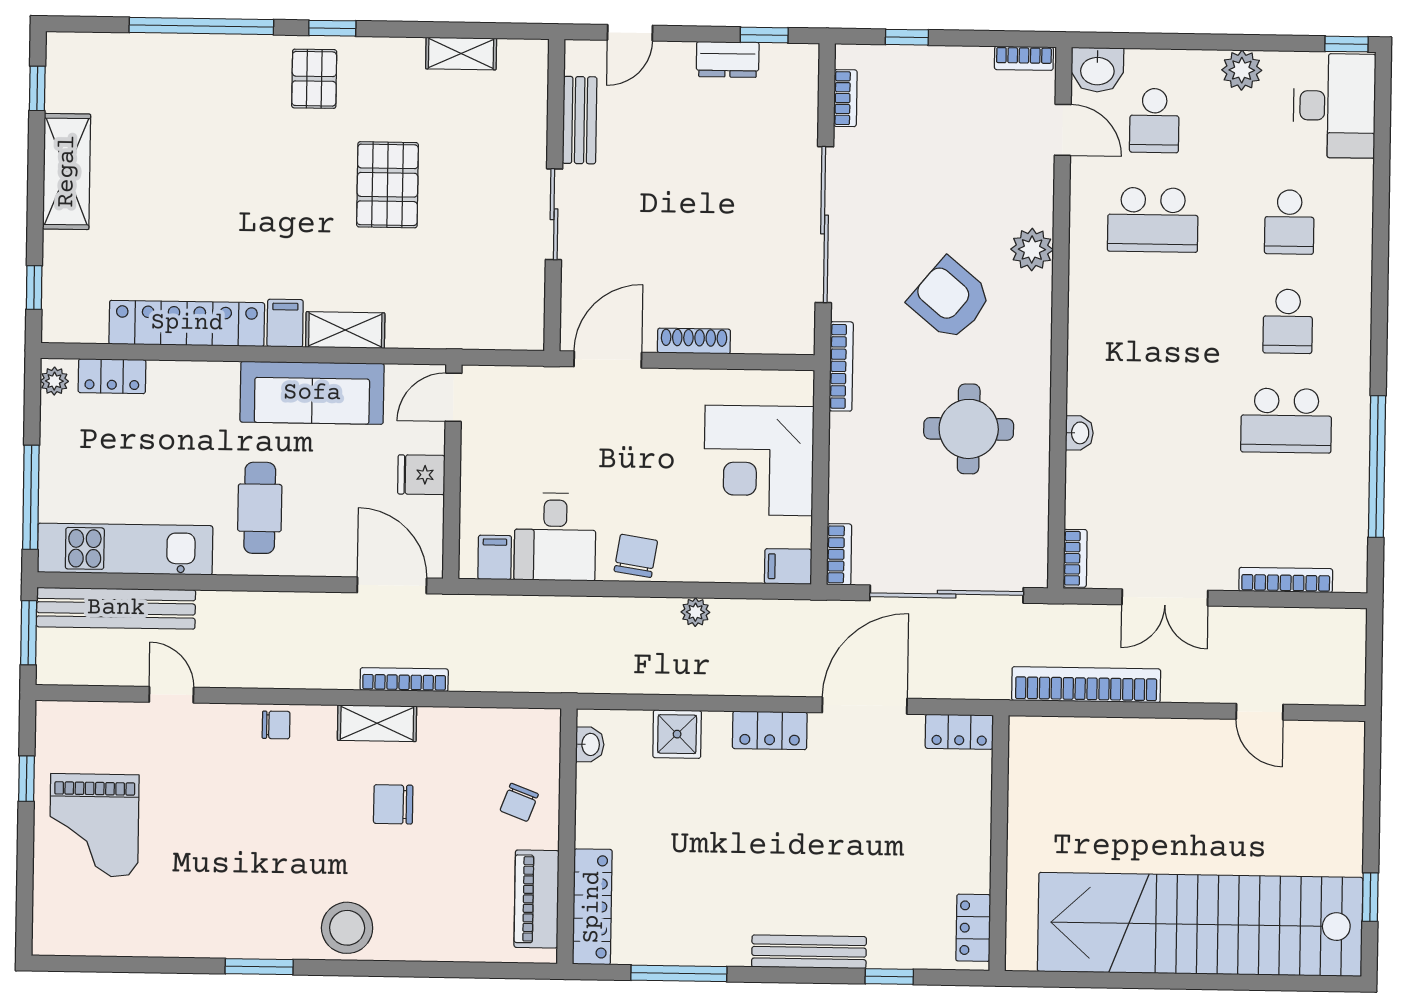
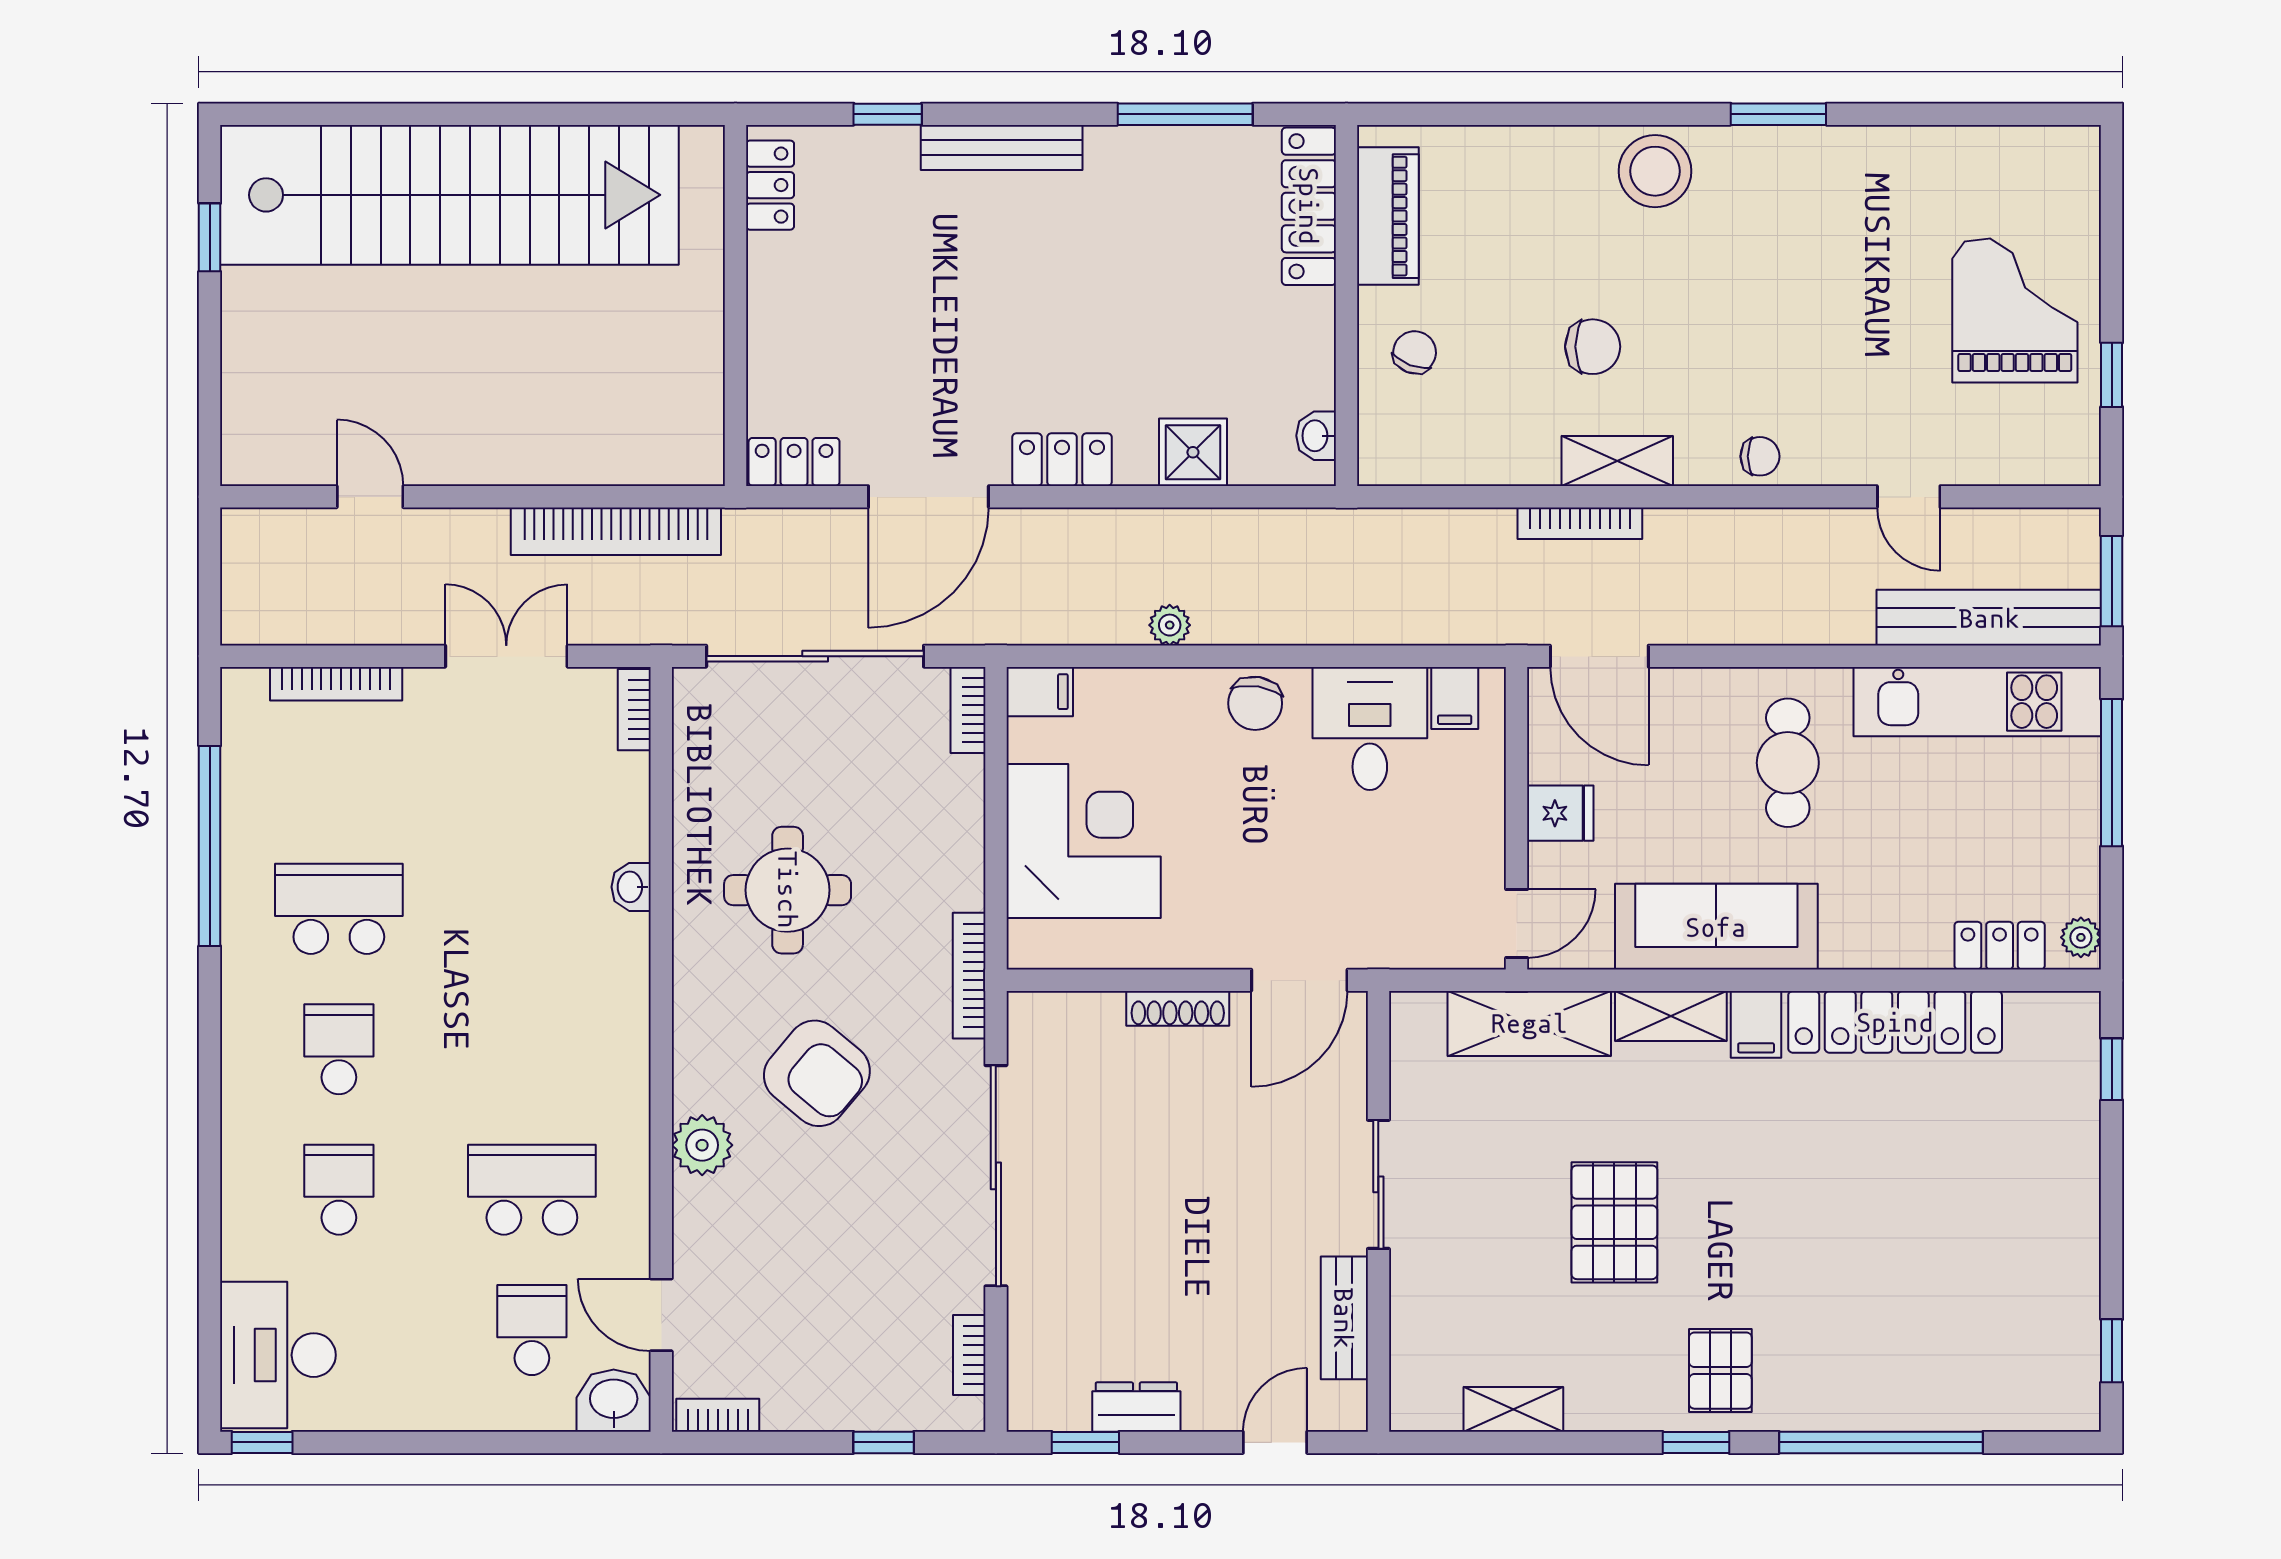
plant: (1242, 70) -> (410, 1403), removed
shelving: (67, 171) -> (1529, 1023), moved, turned 90
chair: (276, 725) -> (1760, 456), turned 180

